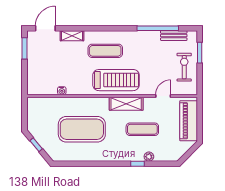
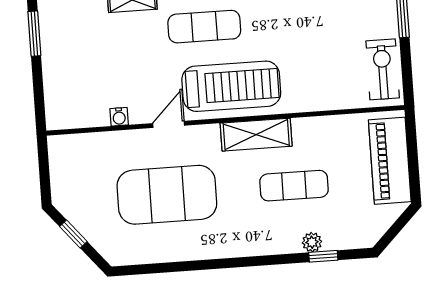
exercise bike: (184, 67) -> (383, 69), moved
door: (163, 96) -> (169, 124), moved
window: (138, 164) -> (323, 256), moved

